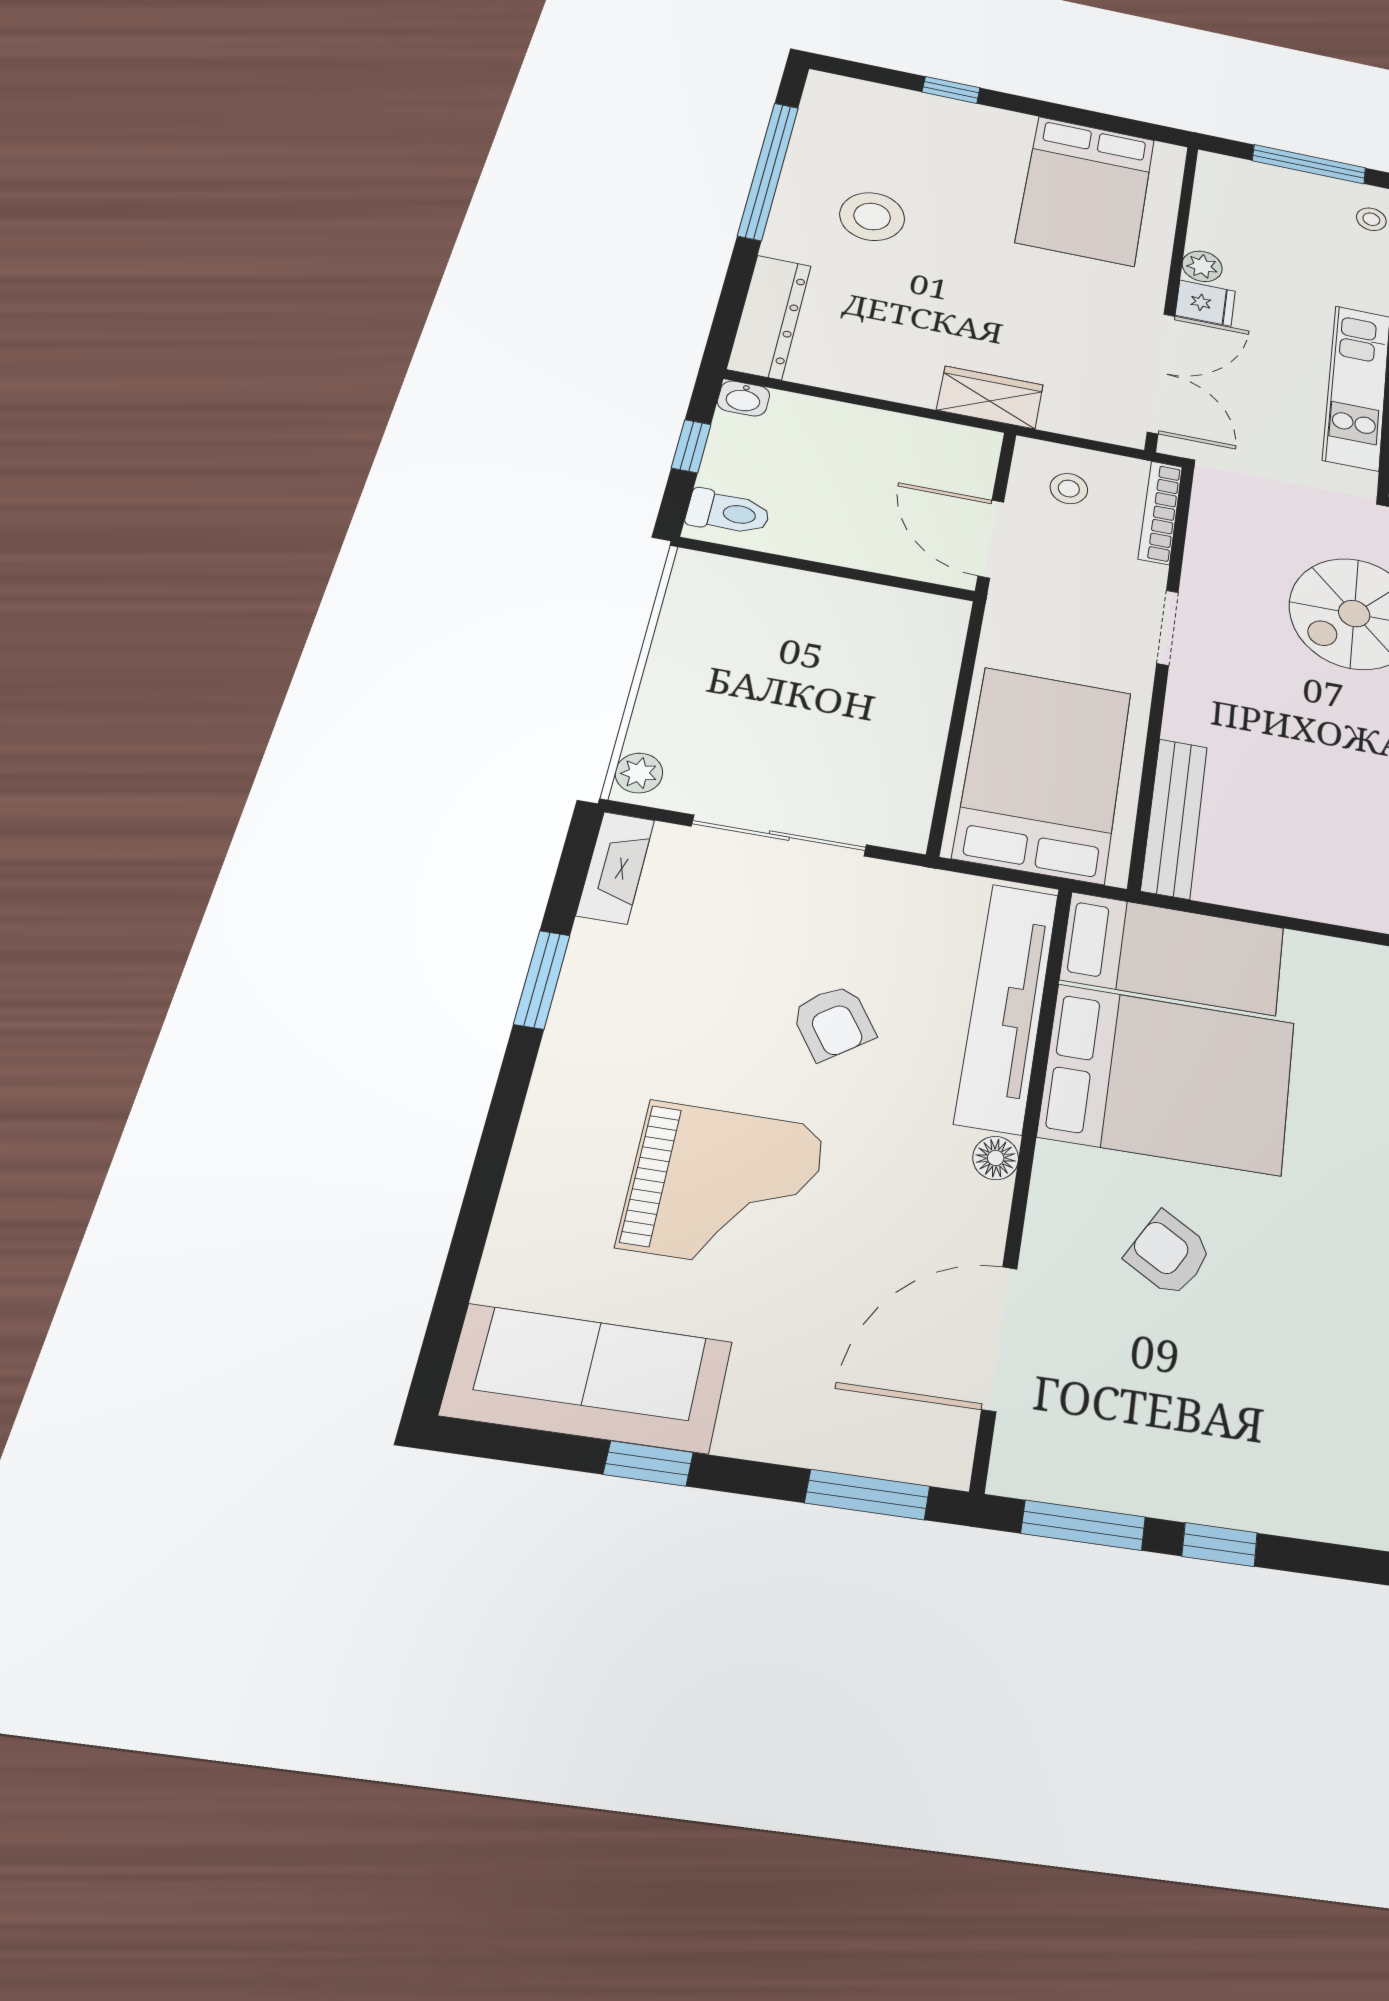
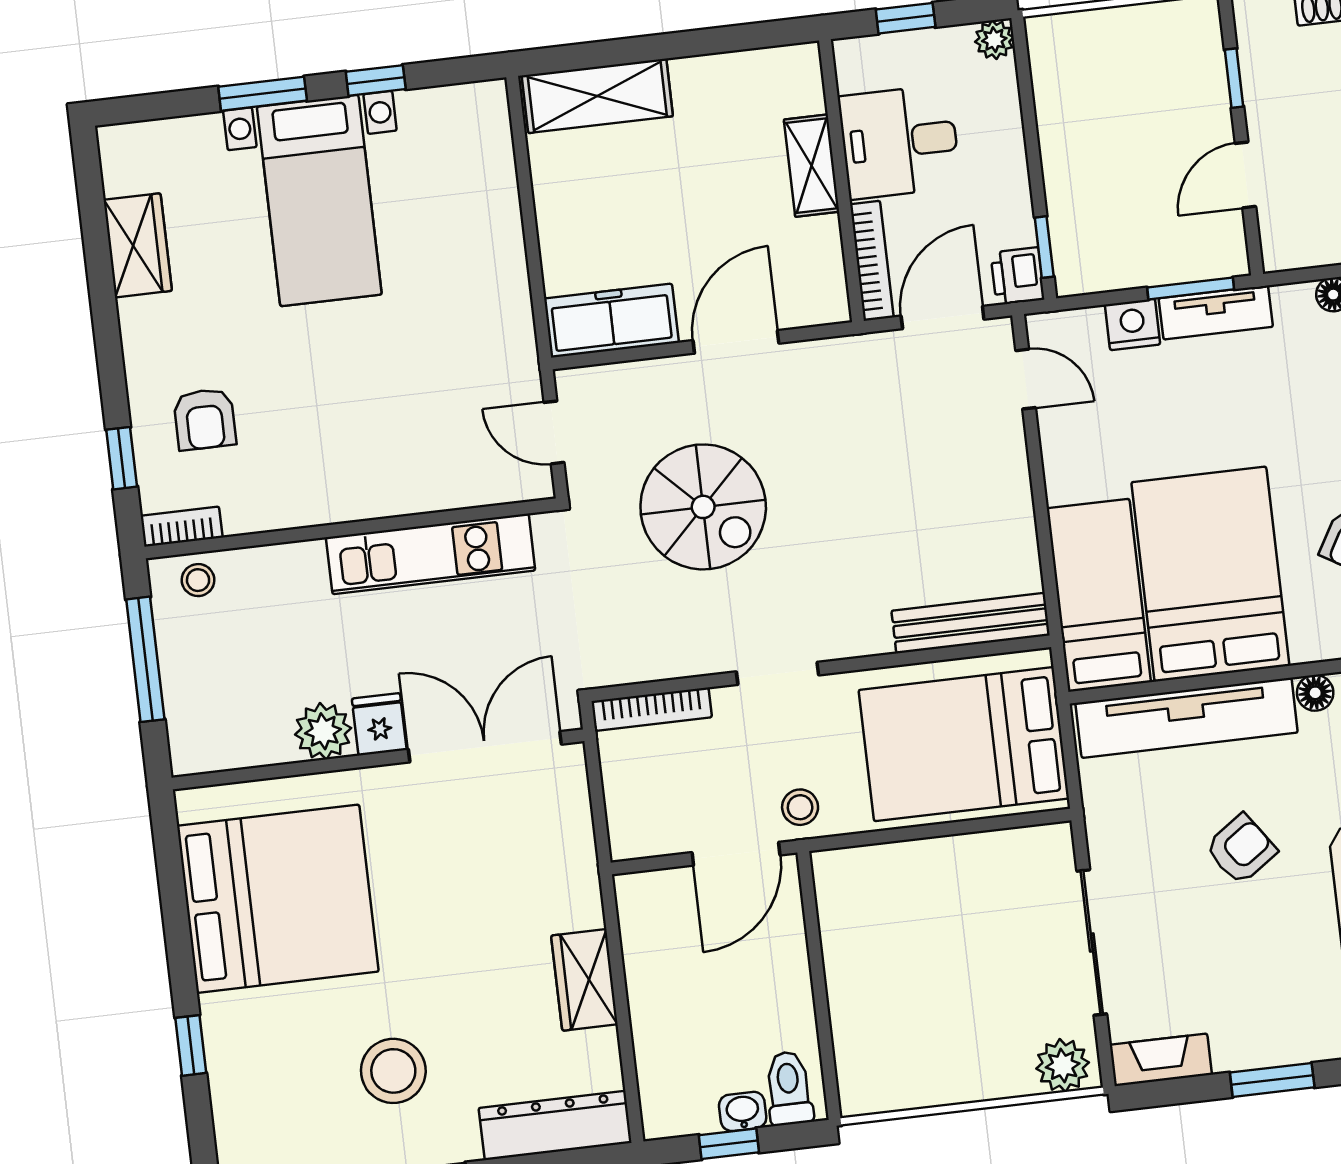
bed: (1086, 190) -> (278, 899), width x1.36
plant: (1202, 266) -> (323, 731), width x1.38, depth x1.38
wardrobe: (990, 397) -> (584, 980), moved
washbasin: (743, 398) -> (743, 1111), moved, turned -90
stool: (1069, 489) -> (800, 807), moved
plant: (639, 773) -> (1063, 1065), width x1.38, depth x1.38

